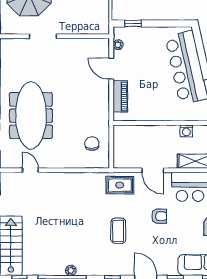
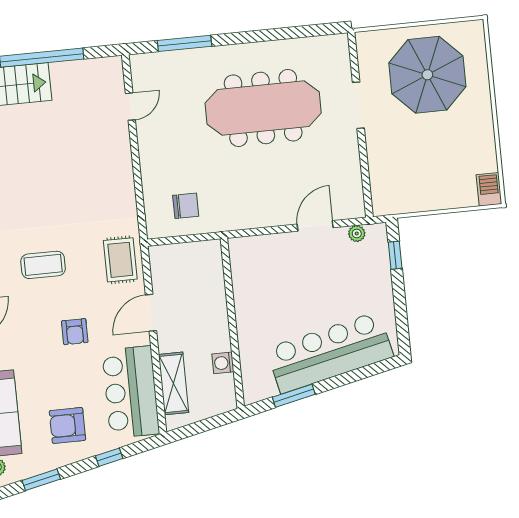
piano: (120, 96) -> (270, 246), removed
meeting table: (31, 116) -> (263, 108), moved

